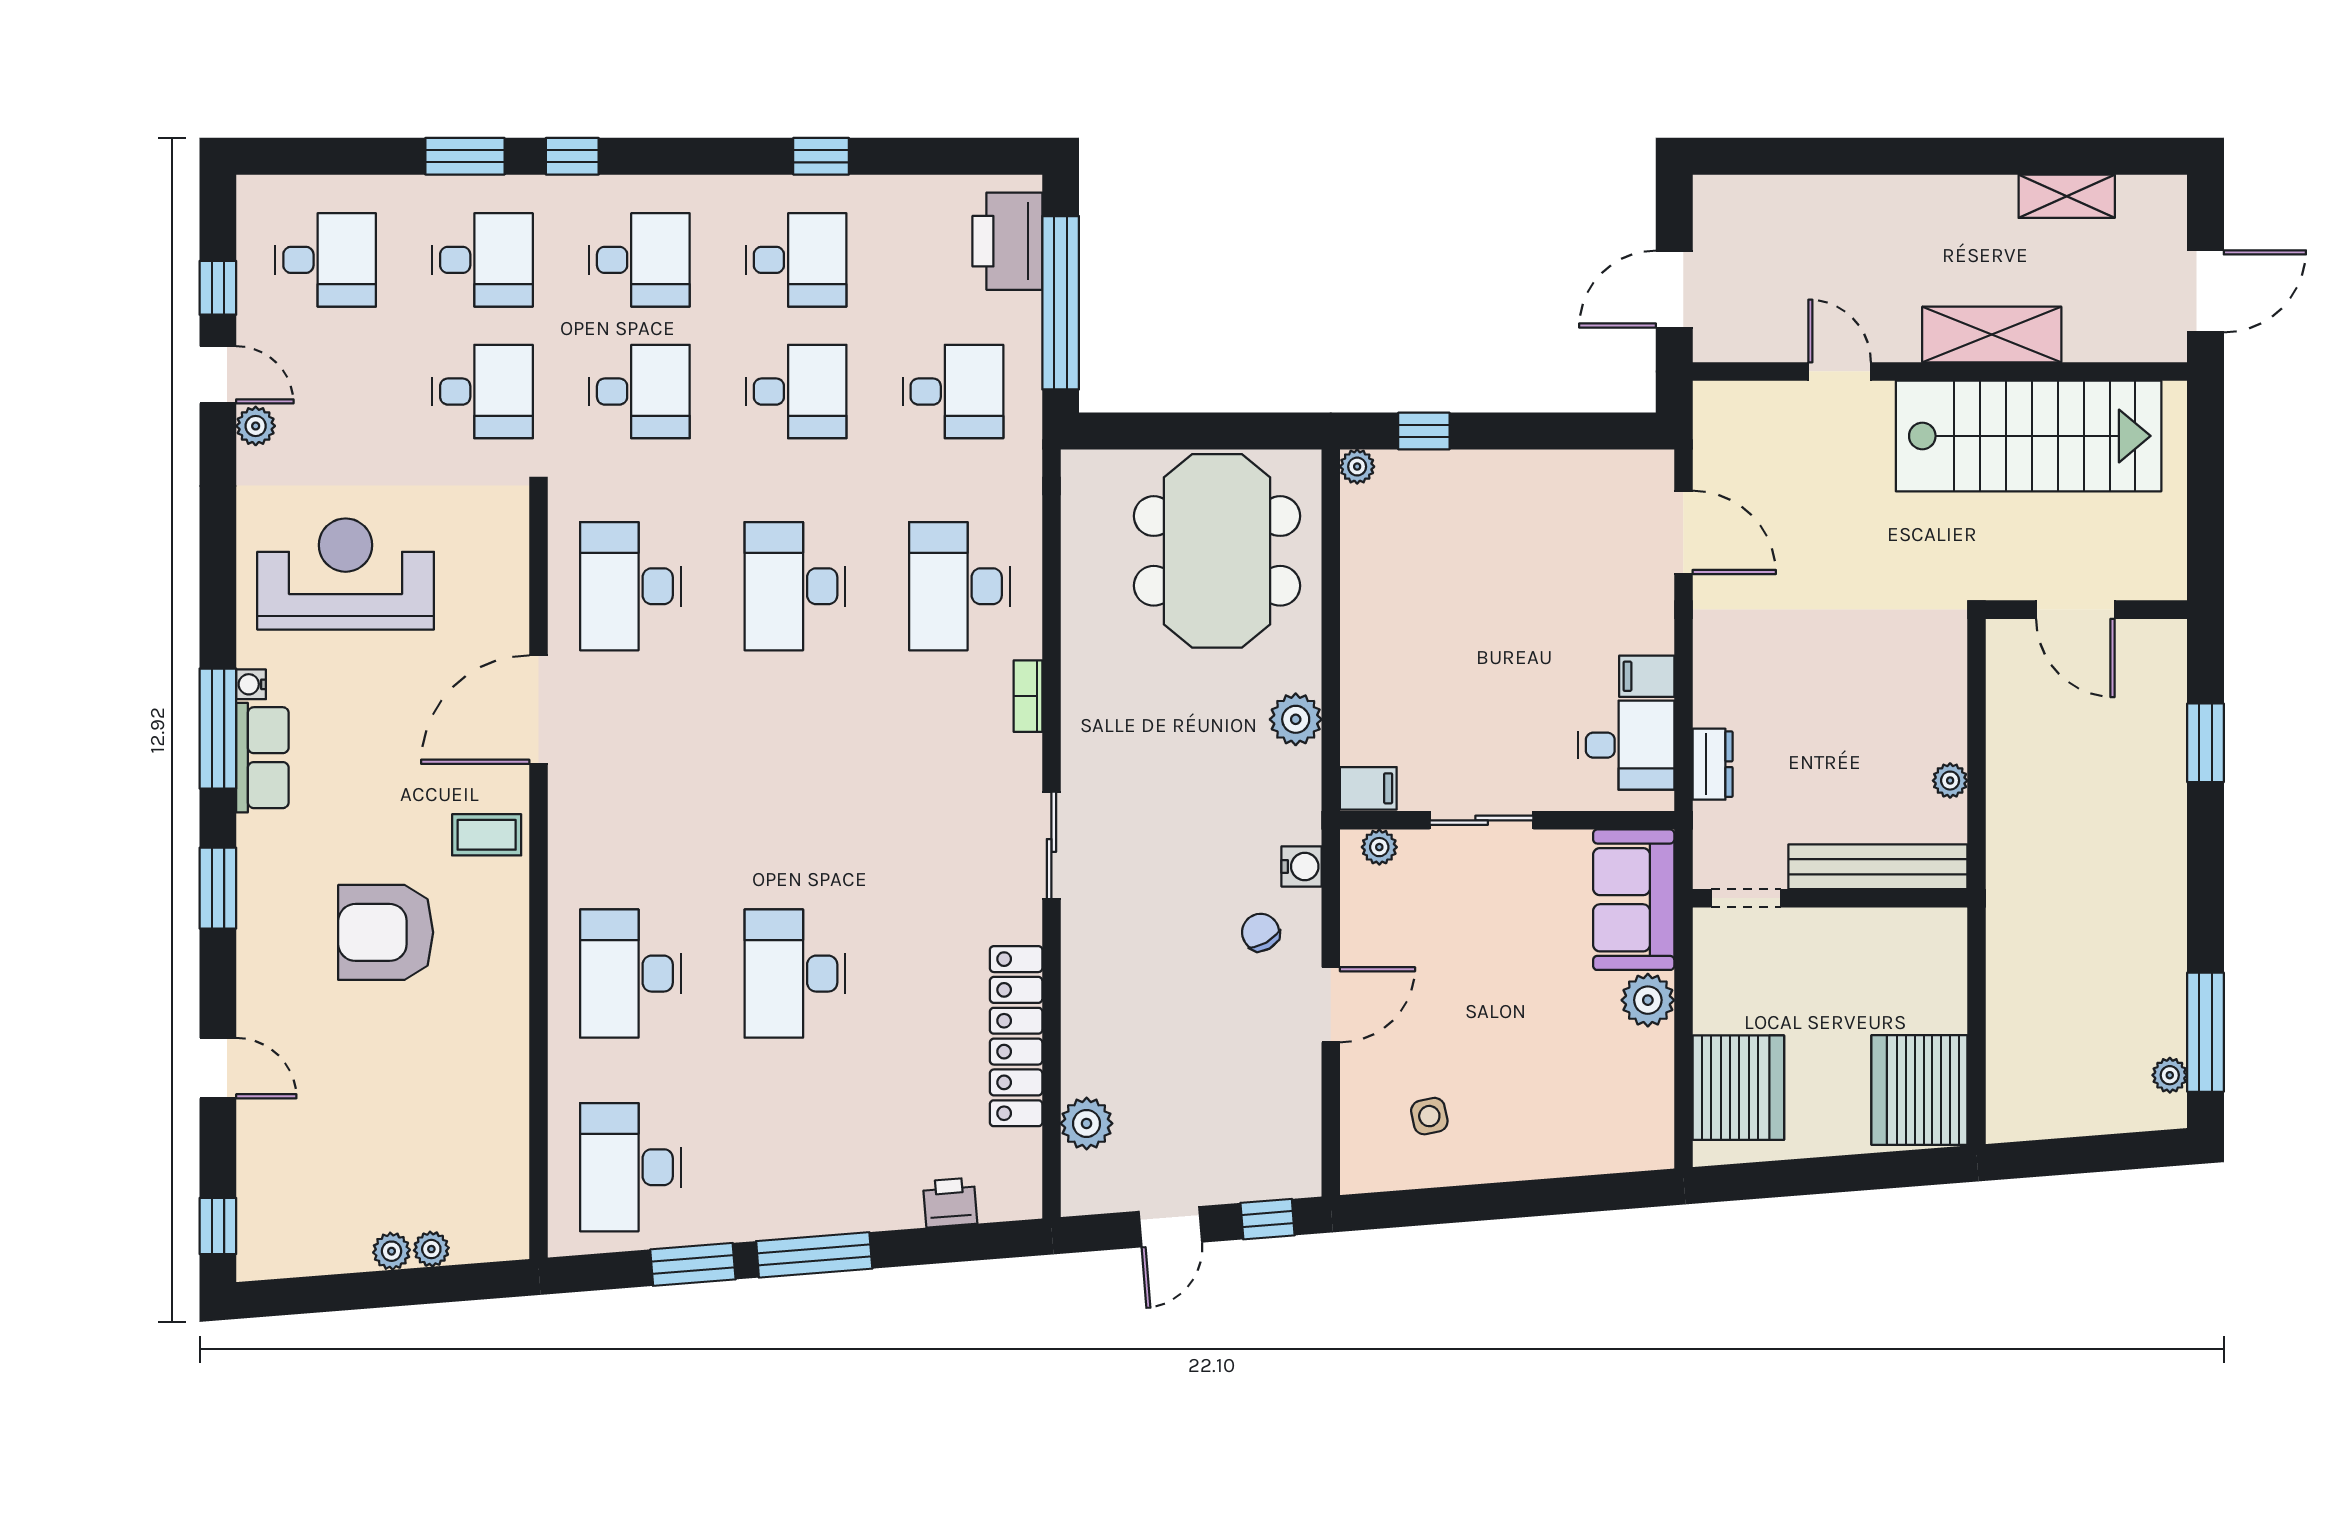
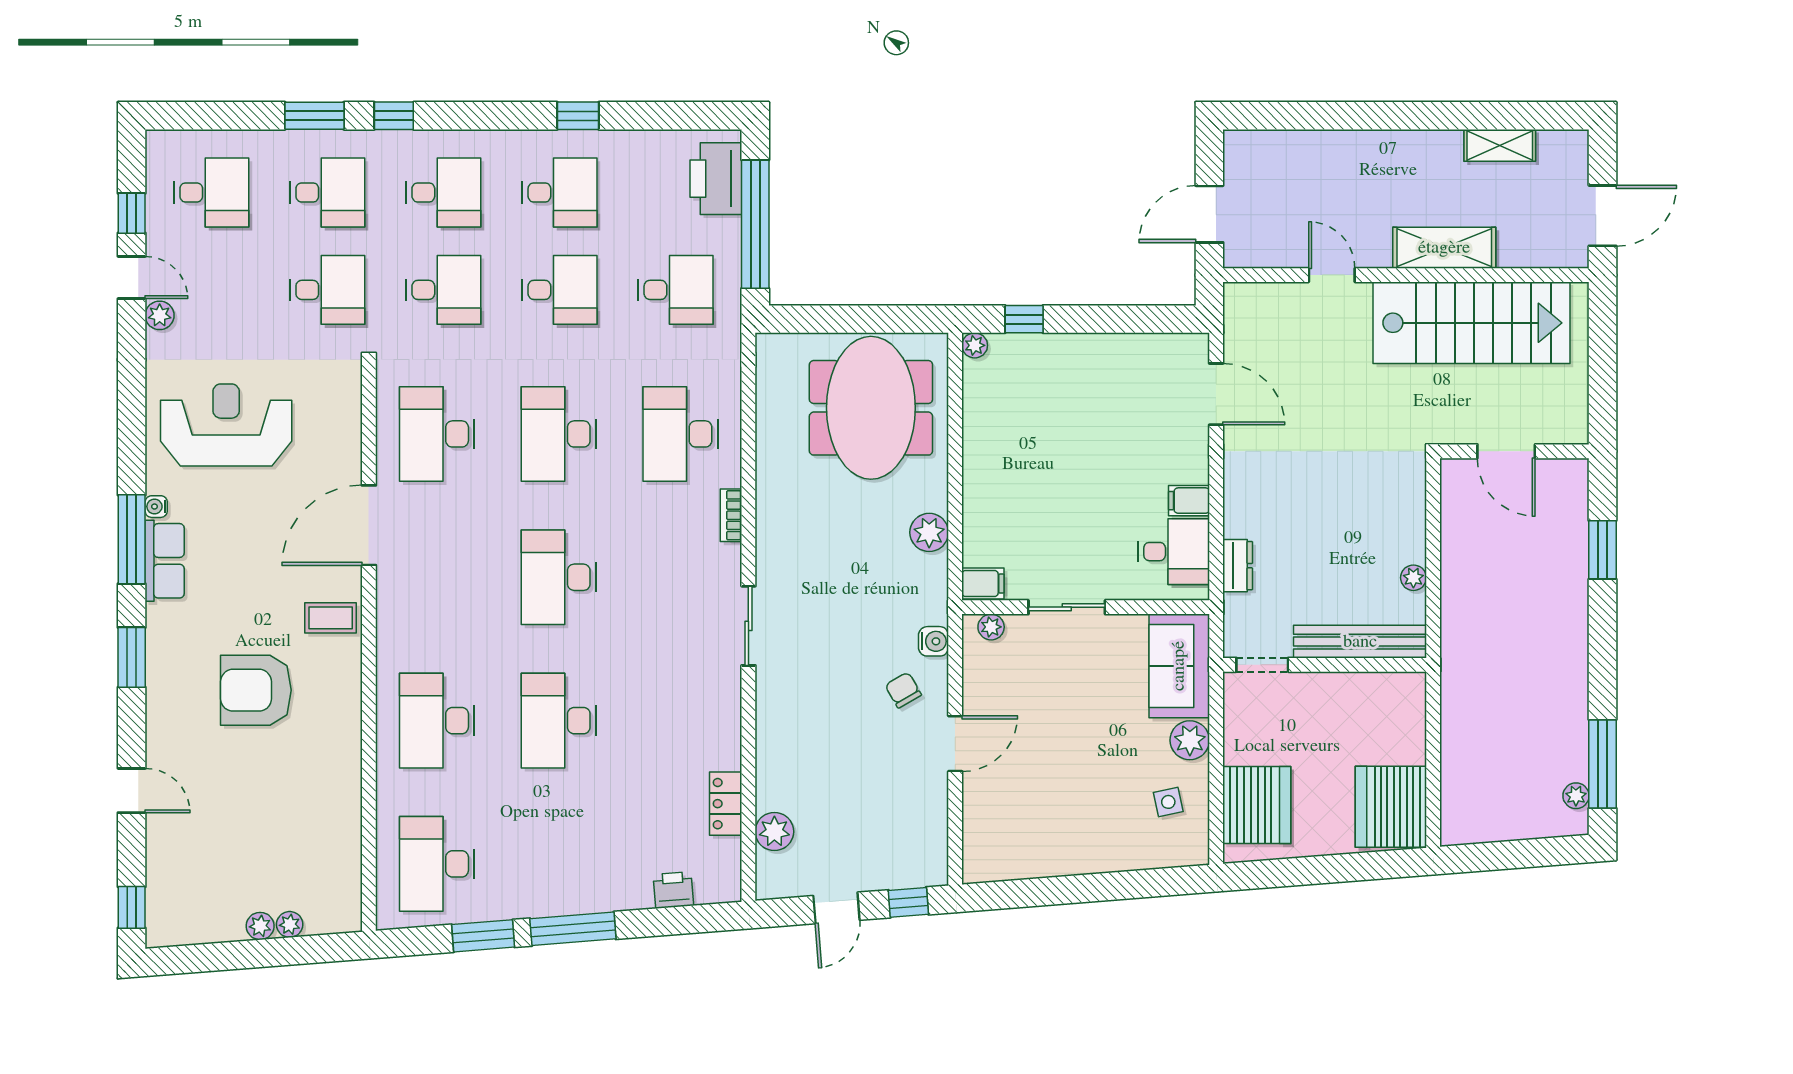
desk: (795, 780) -> (559, 577), added
locker: (1016, 1036) -> (726, 804), width x0.46, depth x0.83
side table: (1429, 1116) -> (1168, 802), moved

